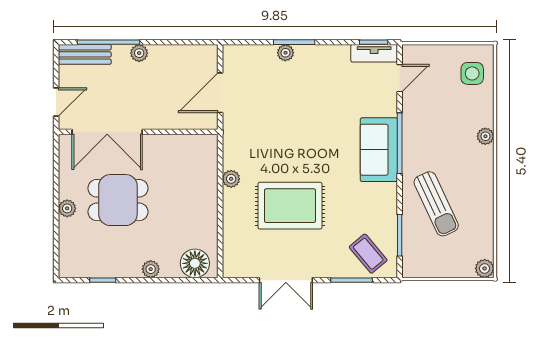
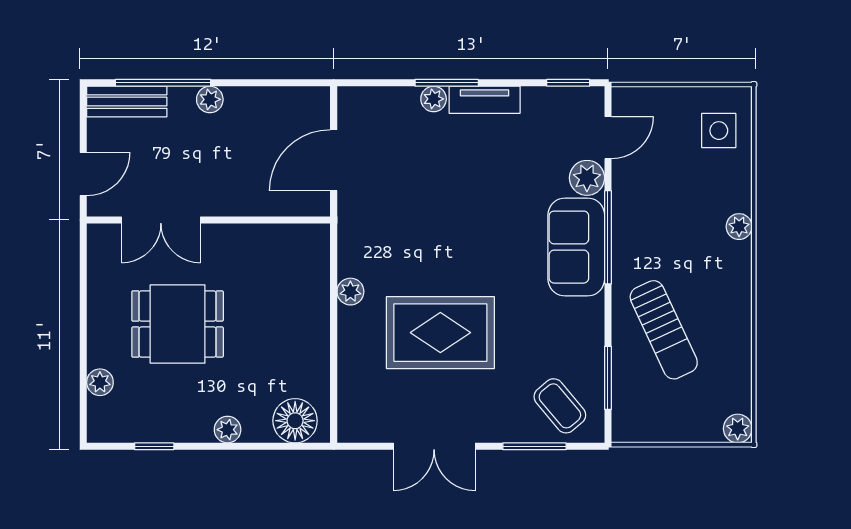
tv unit: (374, 53) -> (485, 100), moved
plant: (386, 104) -> (587, 178), added
double door: (107, 132) -> (161, 220), width x0.73
plant: (67, 208) -> (100, 382), moved

